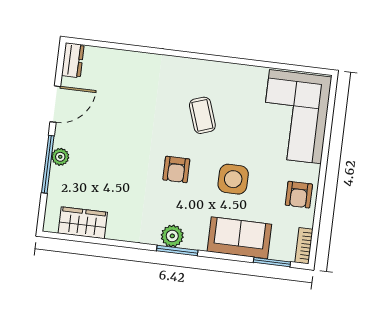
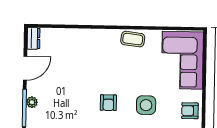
coffee table: (202, 115) -> (133, 39), moved, turned -64
armchair: (299, 195) -> (190, 111), turned 90

